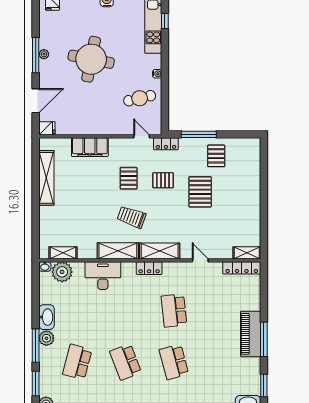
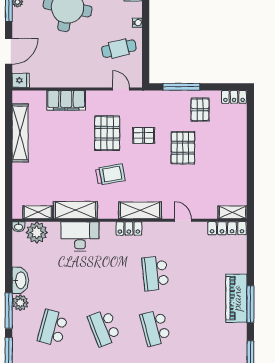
locker: (166, 144) -> (234, 97), moved
pallet: (129, 178) -> (107, 133), width x1.50, depth x1.42
trolley: (131, 217) -> (110, 174), turned 150
shelving: (118, 251) -> (75, 210), moved

